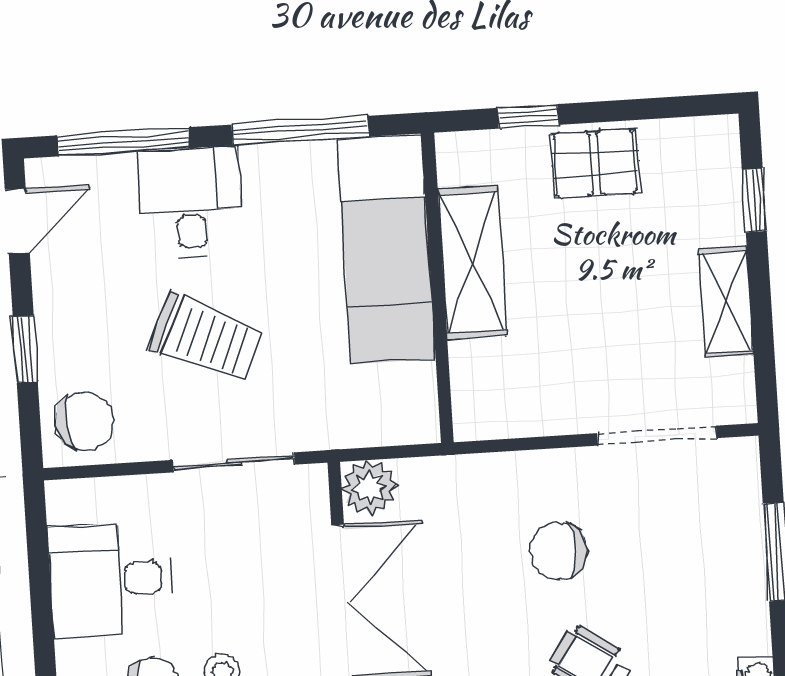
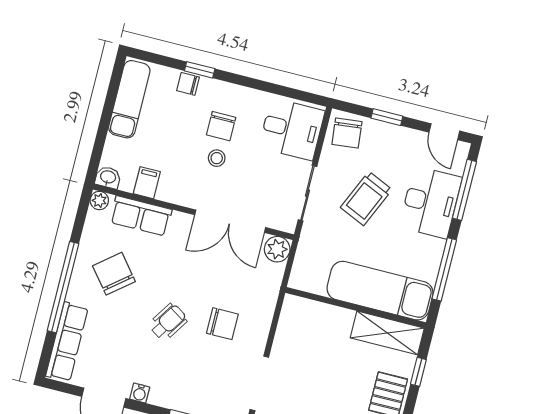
desk: (190, 202) -> (430, 202), width x1.37
shelving: (472, 262) -> (387, 333), moved
chair: (559, 551) -> (222, 324), turned 90
desk: (111, 580) -> (292, 129), moved, turned 90

